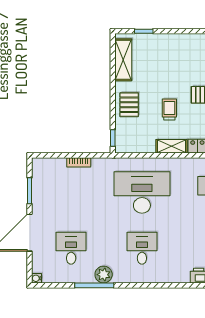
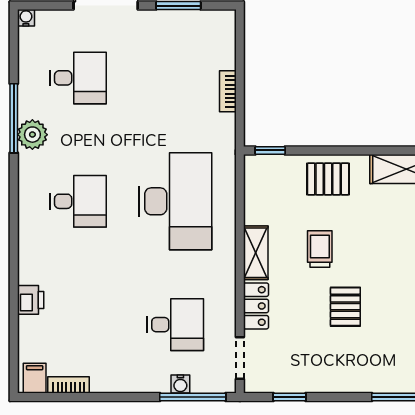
trolley: (169, 110) -> (320, 249), turned -90

